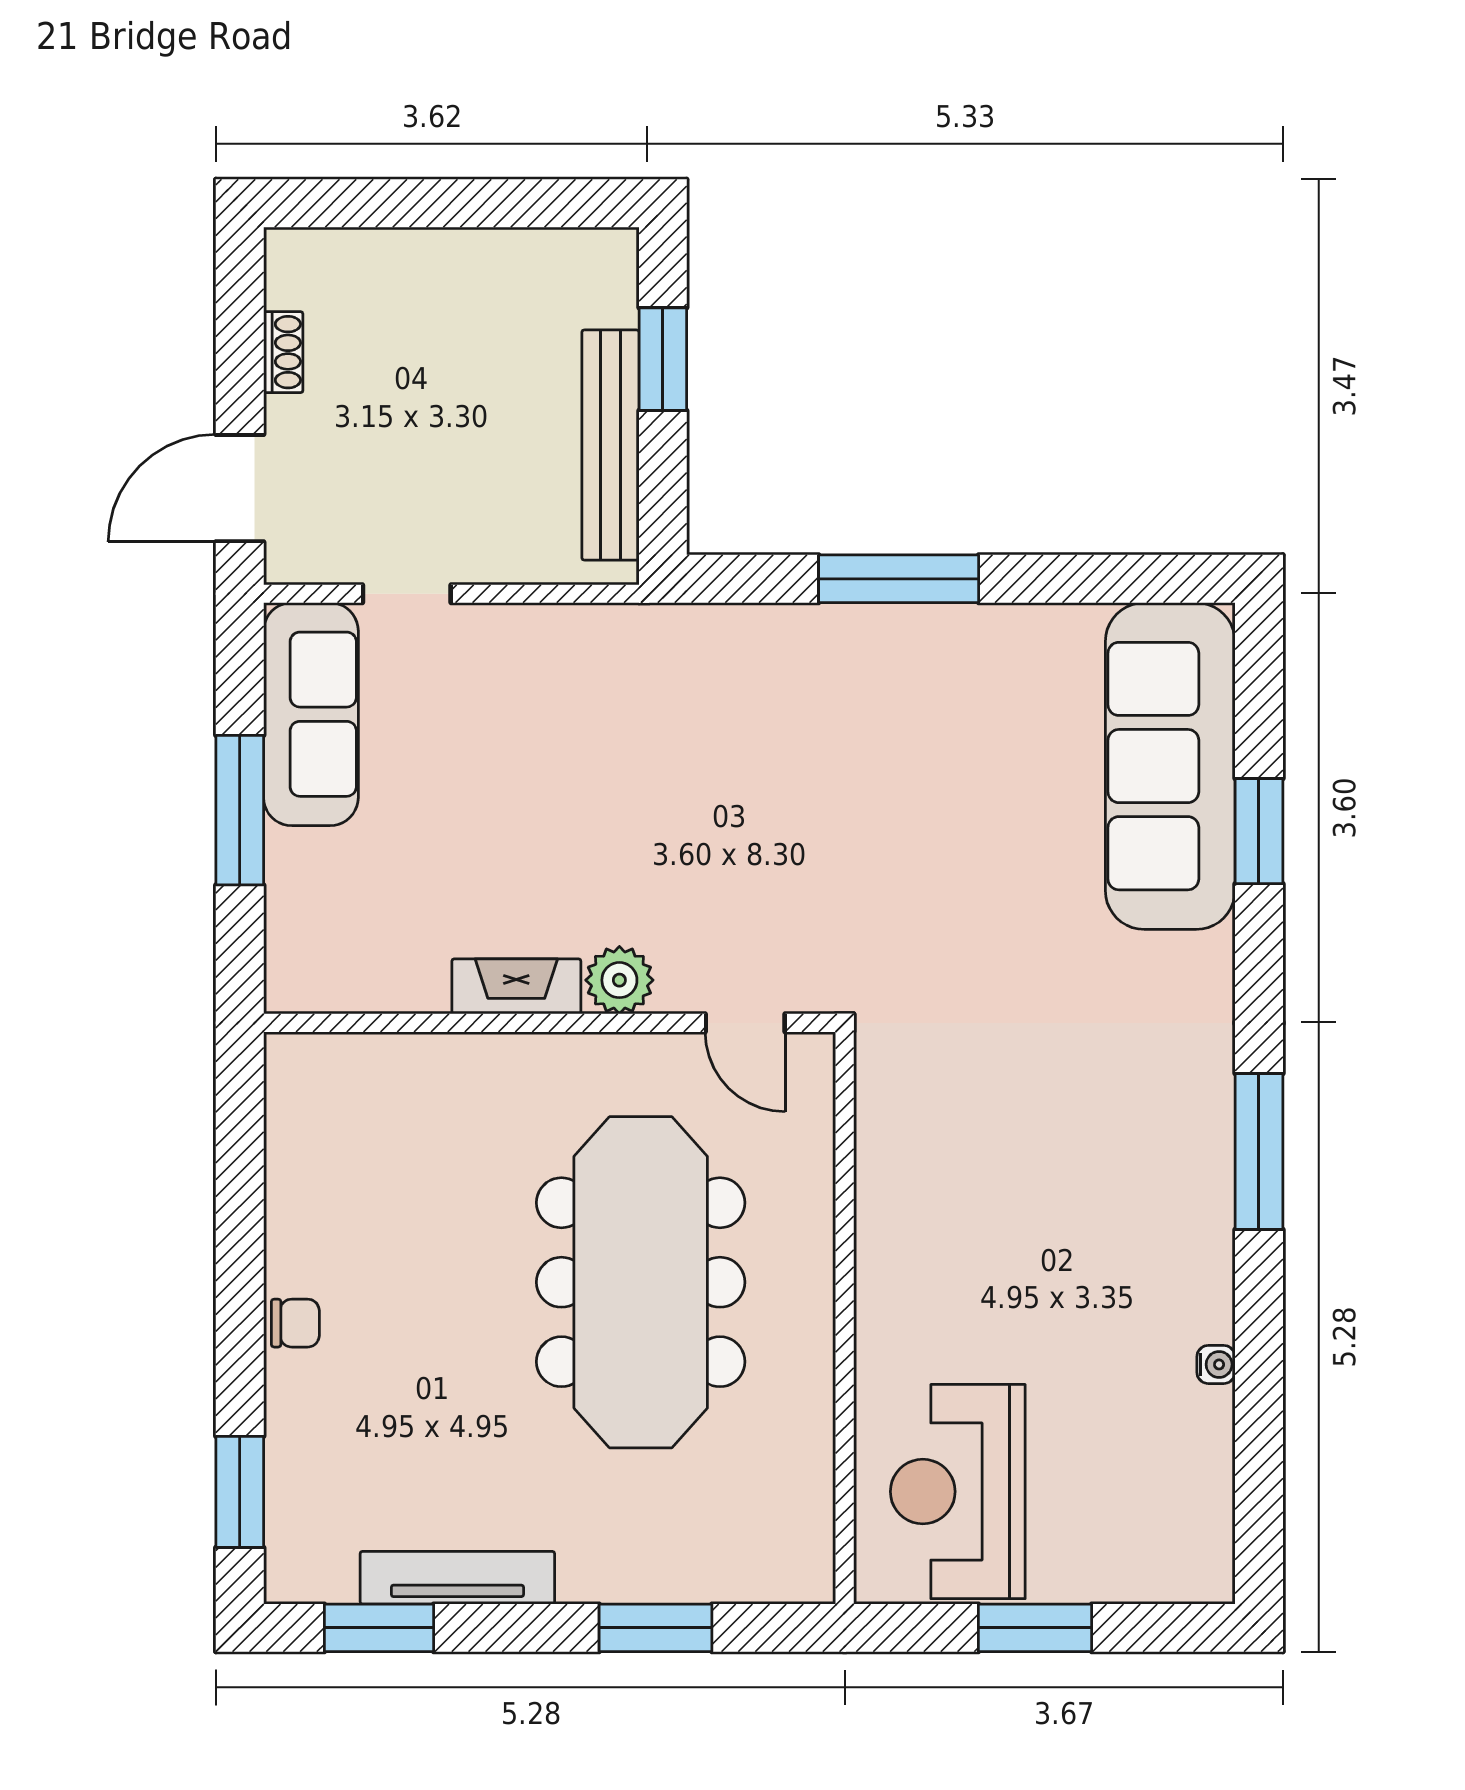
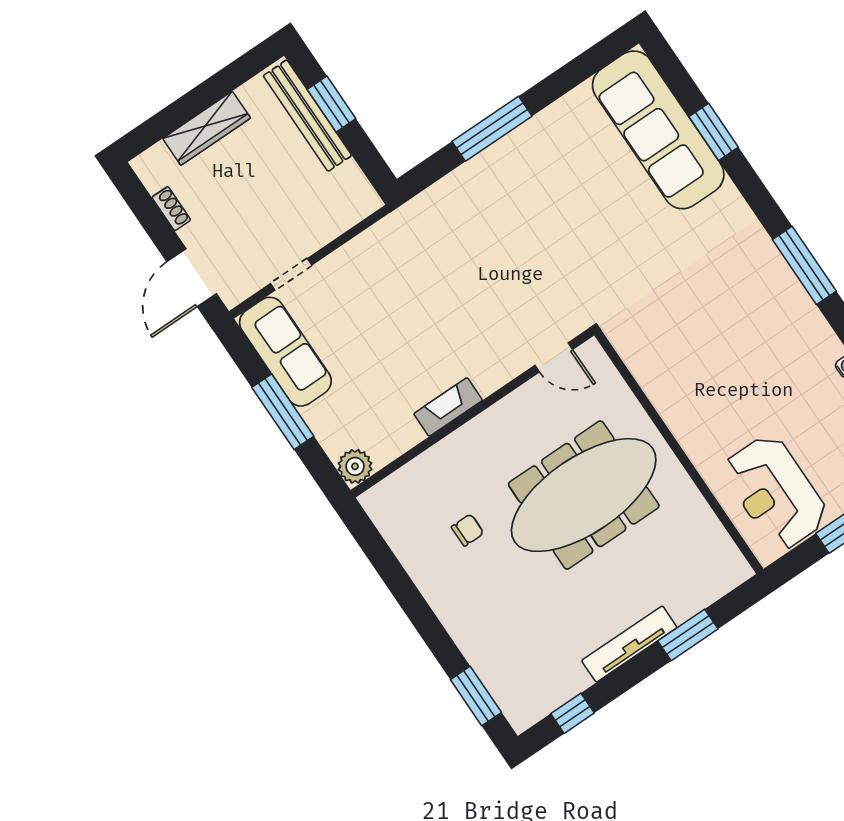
wardrobe: (431, 260) -> (207, 128), added
bench: (610, 445) -> (307, 116), moved
plant: (619, 980) -> (355, 466), moved
meeting table: (641, 1282) -> (584, 495), turned 90
chair: (295, 1323) -> (468, 530), moved
tv unit: (457, 1578) -> (629, 644), moved
window: (379, 1628) -> (572, 713), width x0.67

